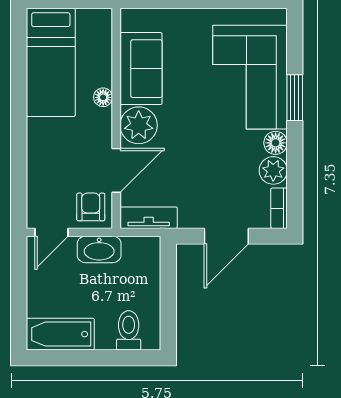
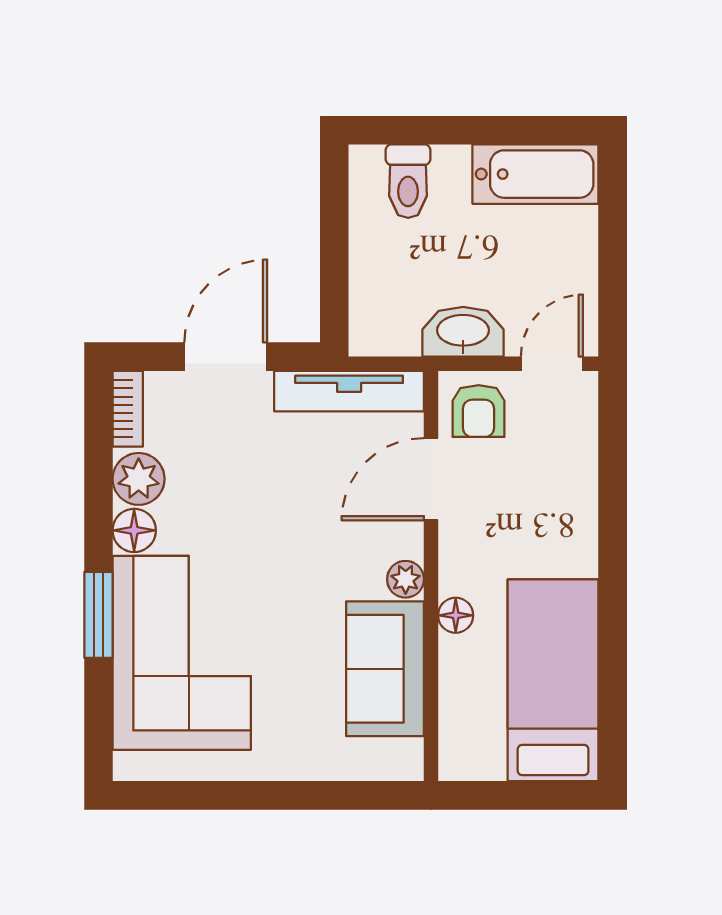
plant: (139, 125) -> (406, 579), width x0.53, depth x0.53
tv unit: (149, 218) -> (349, 391), width x1.41

